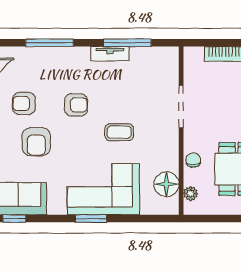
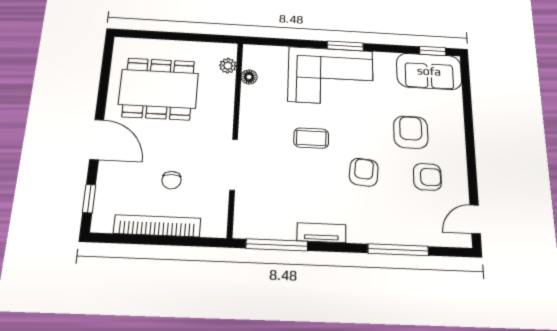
window: (127, 43) -> (277, 245), moved
armchair: (76, 105) -> (364, 172), turned 95
chair: (193, 160) -> (171, 180), moved
floor lamp: (166, 184) -> (249, 77), width x0.53, depth x0.53

